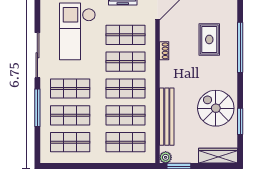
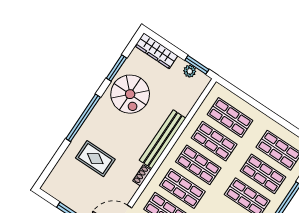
rug: (209, 39) -> (95, 159), turned 90
window: (240, 47) -> (83, 118), moved
bench: (167, 117) -> (163, 139), moved
plant: (166, 157) -> (190, 71), moved

